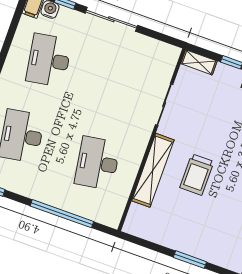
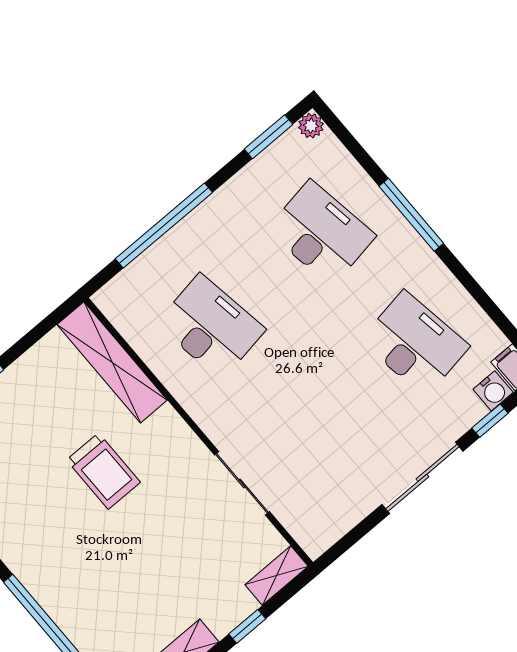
shelving: (153, 170) -> (112, 362), moved
trolley: (197, 175) -> (103, 471), turned 180

